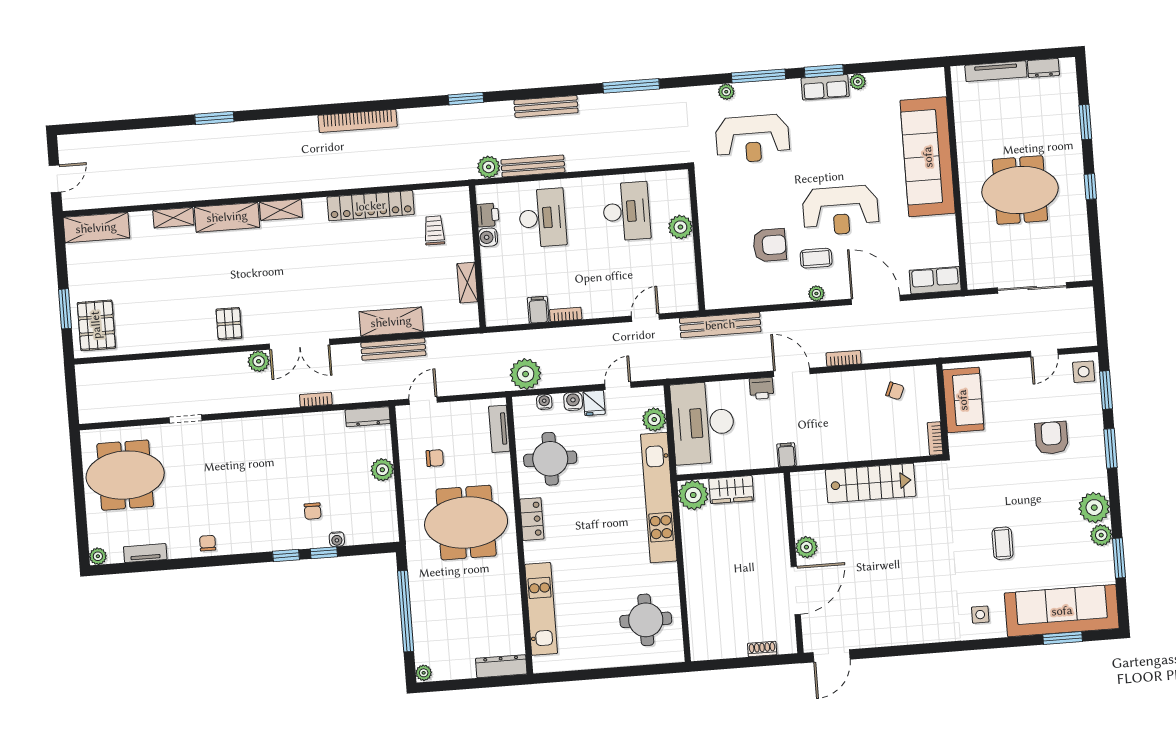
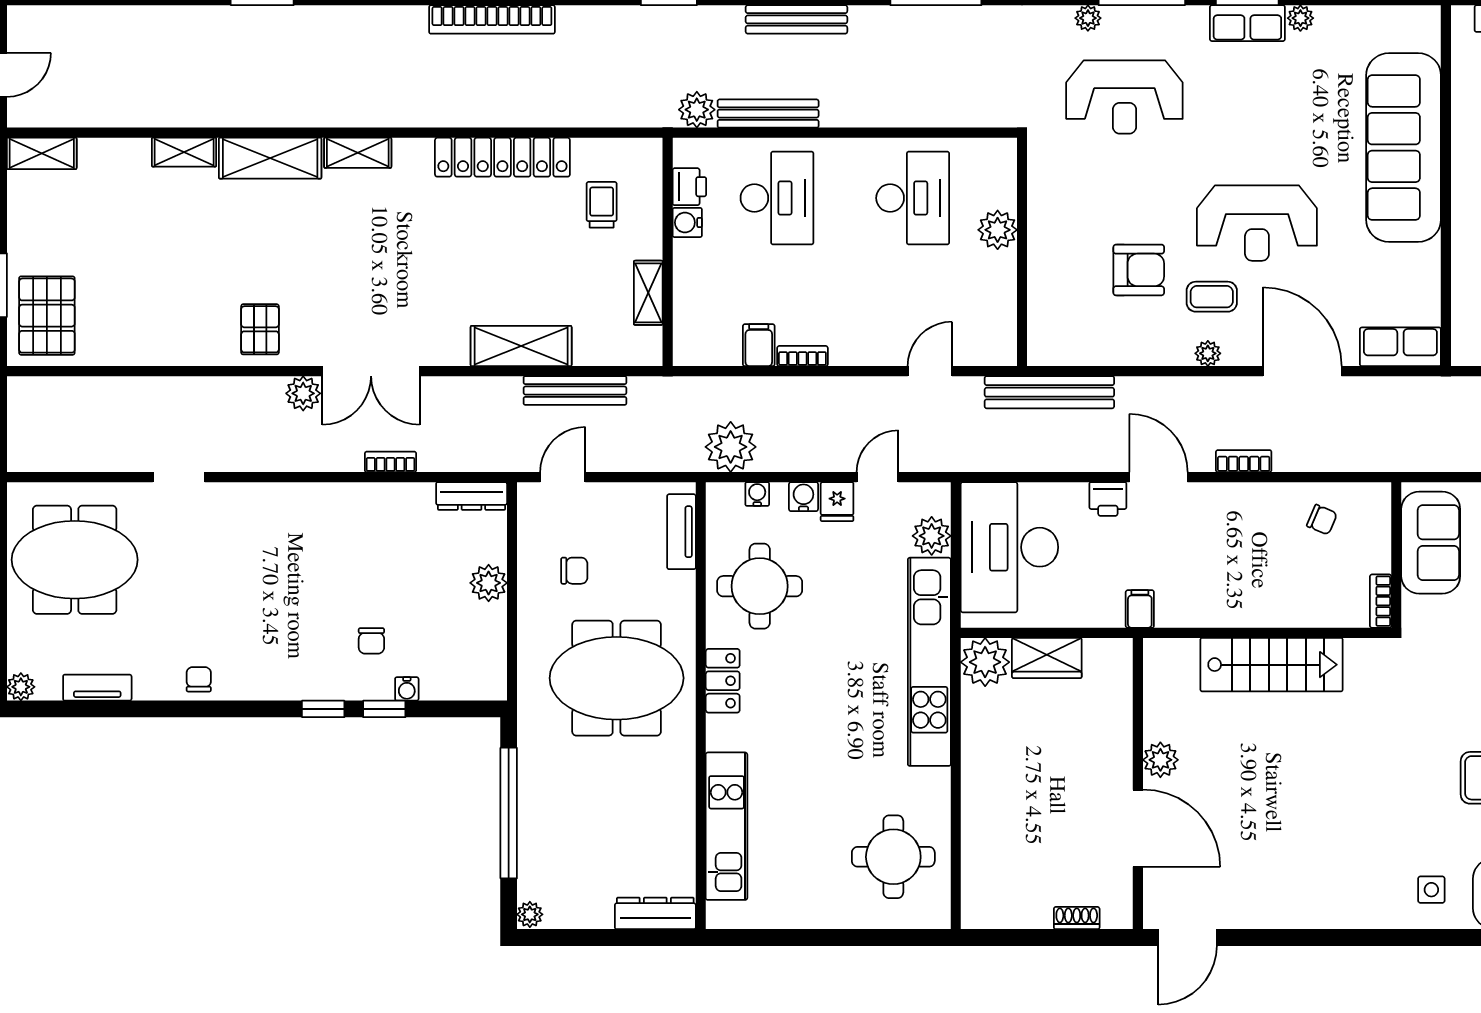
shelving: (96, 228) -> (42, 153), width x0.67, depth x0.75
bench: (393, 349) -> (575, 391), moved
door: (796, 591) -> (1138, 828), hinge flipped

